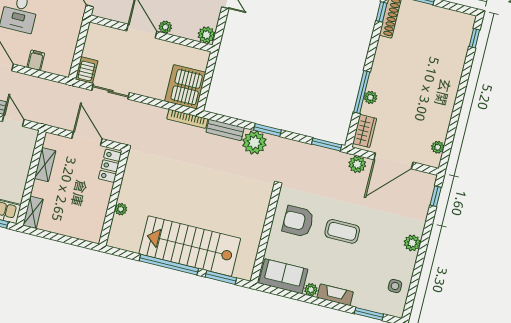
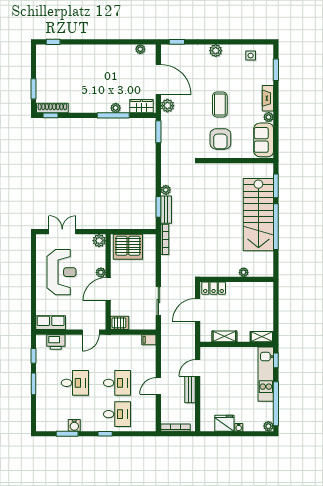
filing cabinet: (36, 60) -> (149, 340), moved
server rack: (87, 70) -> (120, 323), moved, turned 180
server rack: (185, 87) -> (128, 247), moved
window: (268, 130) -> (158, 207), moved
plant: (254, 142) -> (166, 190), width x0.53, depth x0.53

